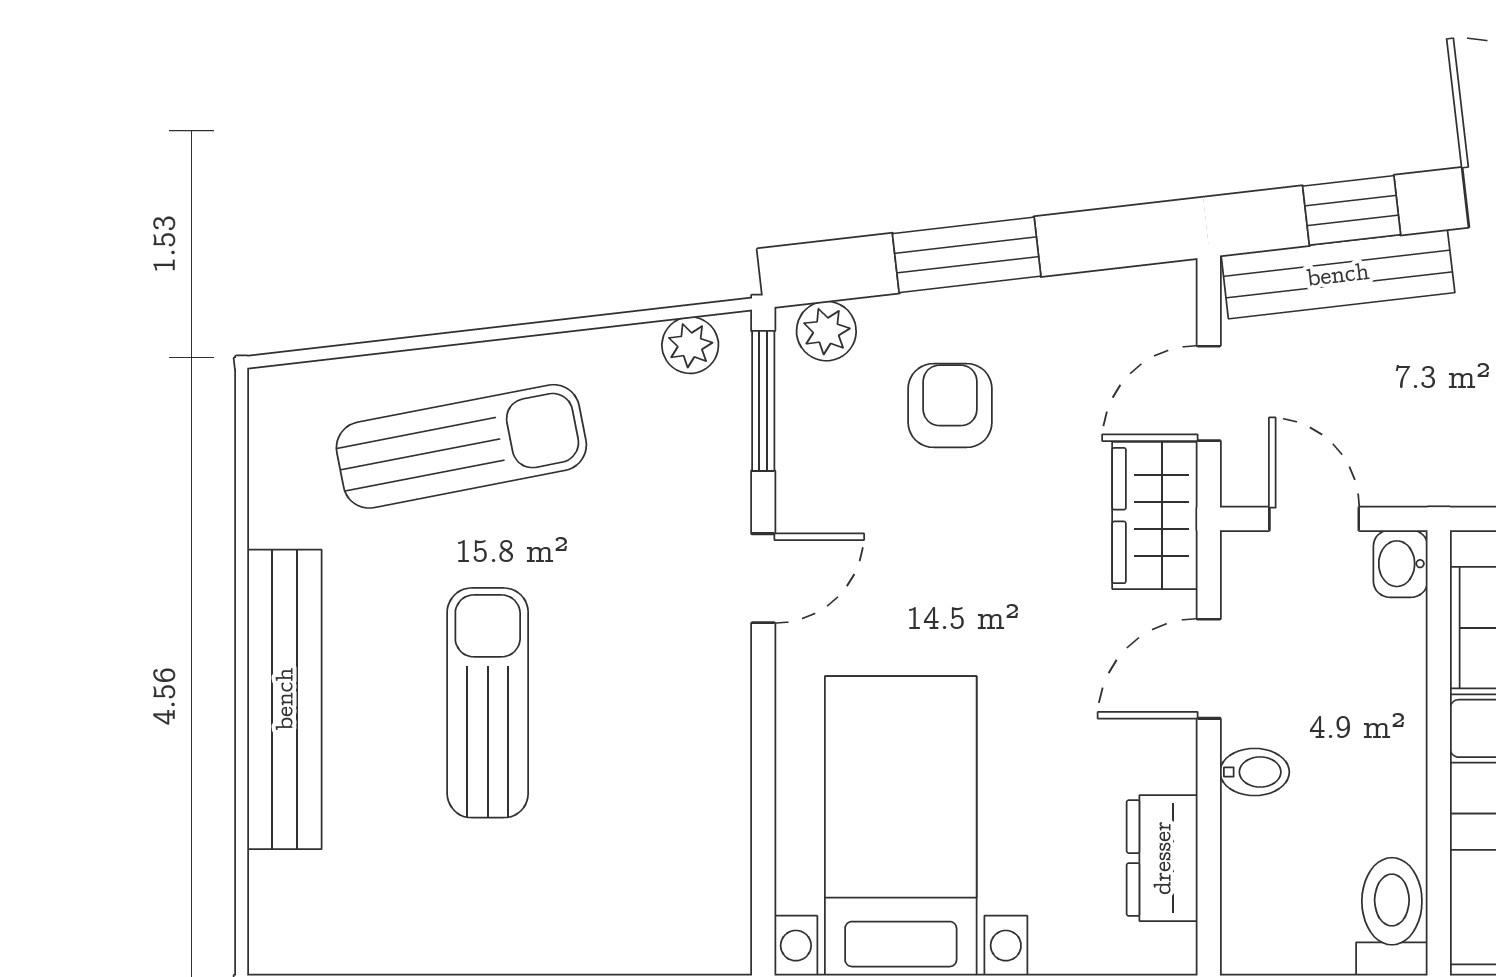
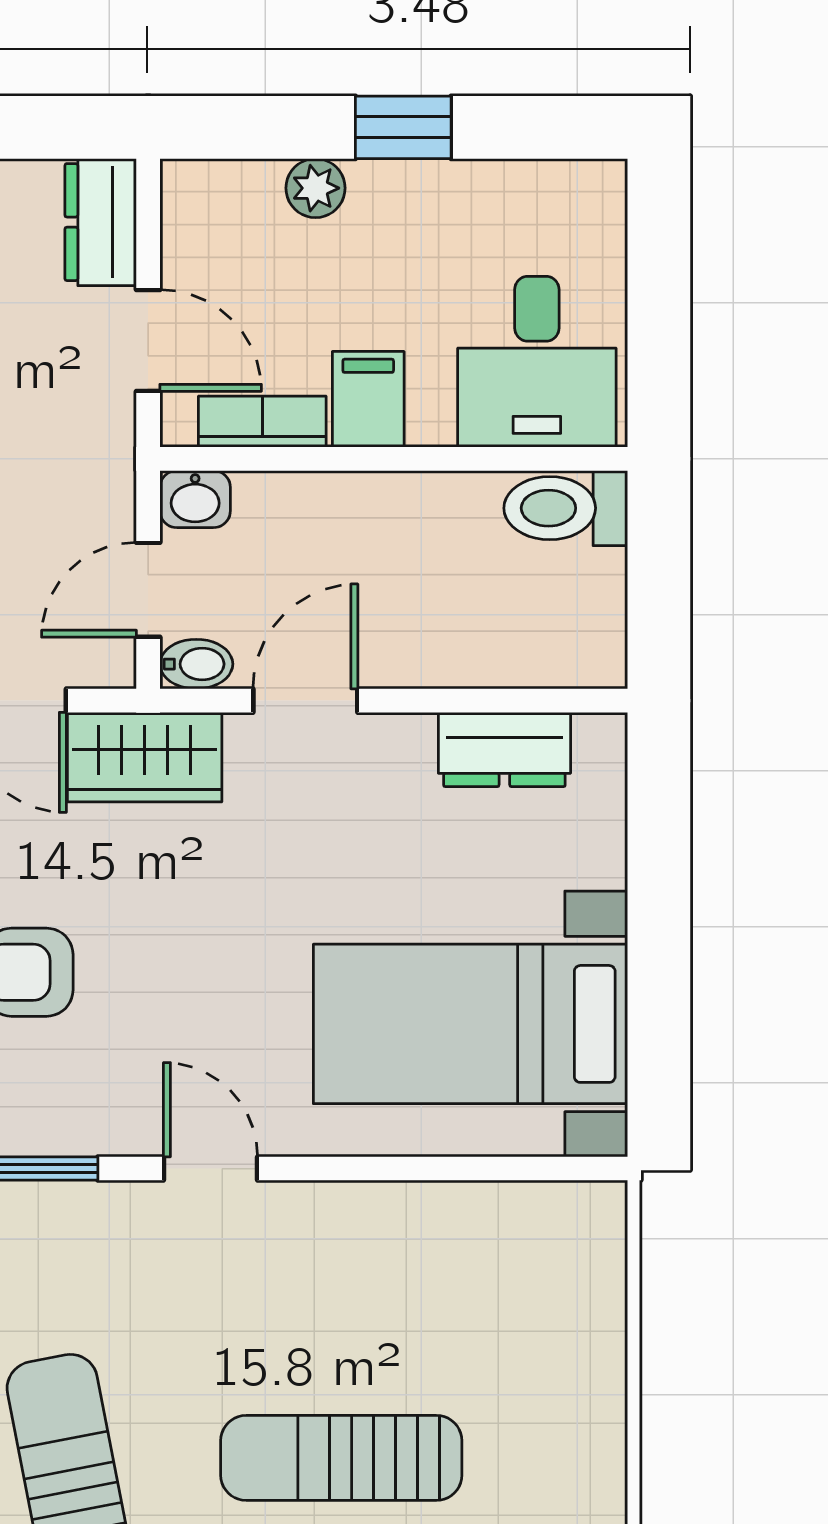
door: (1209, 669) -> (305, 701), swing flipped
bidet: (1255, 772) -> (196, 664), moved, turned 90

